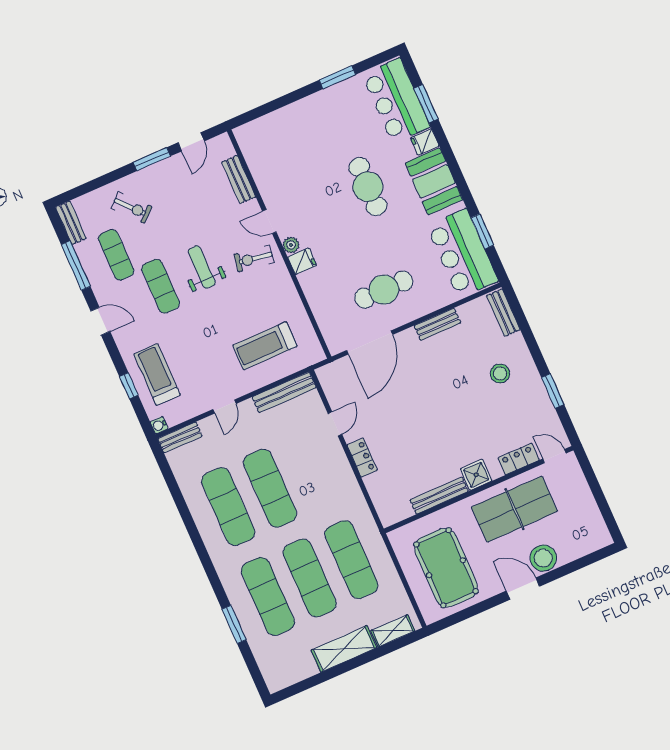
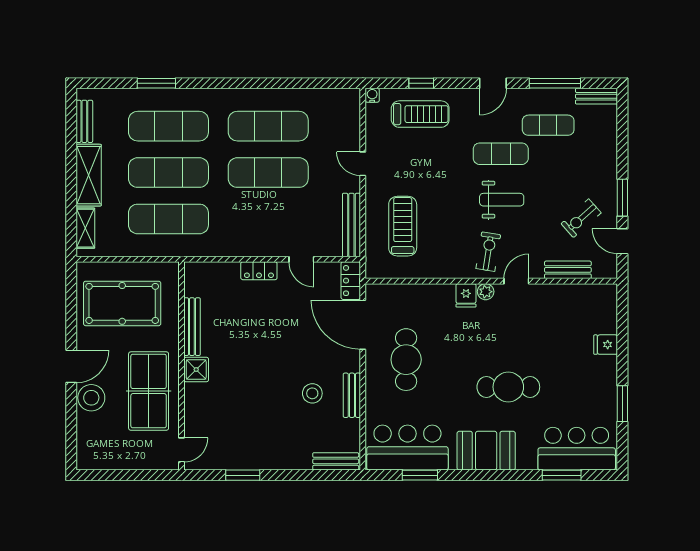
fridge: (425, 142) -> (606, 345), moved, turned -90
exercise bike: (132, 208) -> (581, 218), moved
stool: (500, 374) -> (312, 393), moved
bench: (180, 437) -> (84, 121), moved
locker: (519, 459) -> (351, 281), moved, turned 180

